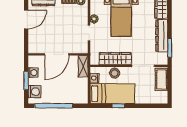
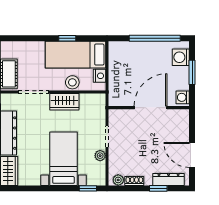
door: (26, 19) -> (192, 155), hinge flipped
wardrobe: (115, 59) -> (64, 102), width x0.67
shelving: (83, 66) -> (115, 92), removed
washing machine: (33, 73) -> (183, 97), moved

